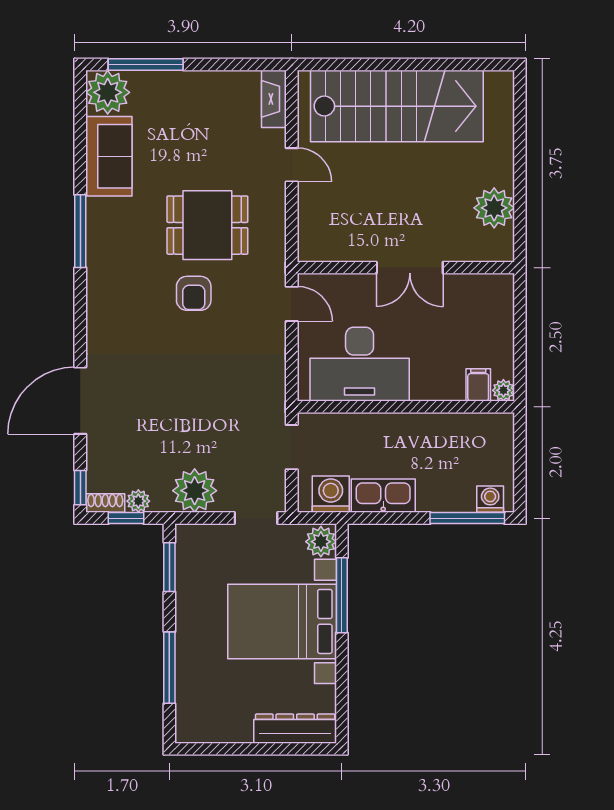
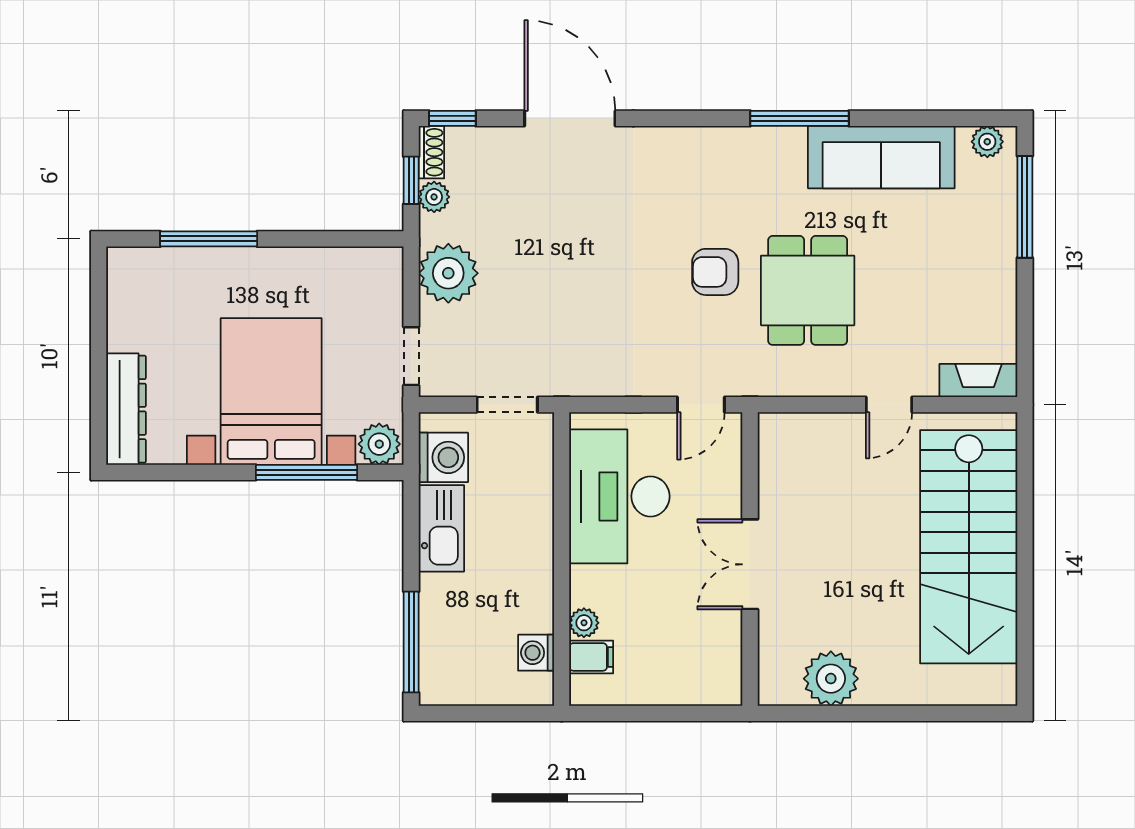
plant: (108, 92) -> (987, 142), width x0.53, depth x0.53
sofa: (109, 156) -> (881, 157), width x1.36
plant: (503, 390) -> (584, 623), moved
washing machine: (490, 499) -> (536, 653), moved, turned 180
window: (169, 567) -> (345, 239), removed

